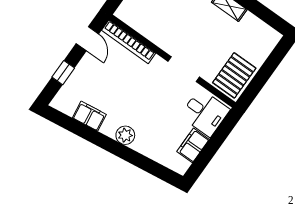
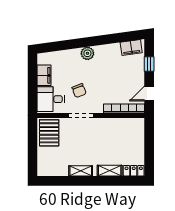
door: (87, 39) -> (149, 94), hinge flipped
chair: (165, 99) -> (79, 91), added
filing cabinet: (89, 116) -> (131, 48), moved

